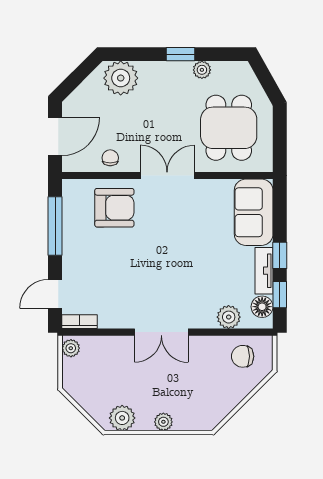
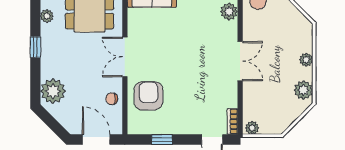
plant: (202, 70) -> (47, 16), moved
window: (55, 226) -> (162, 140), width x0.46

